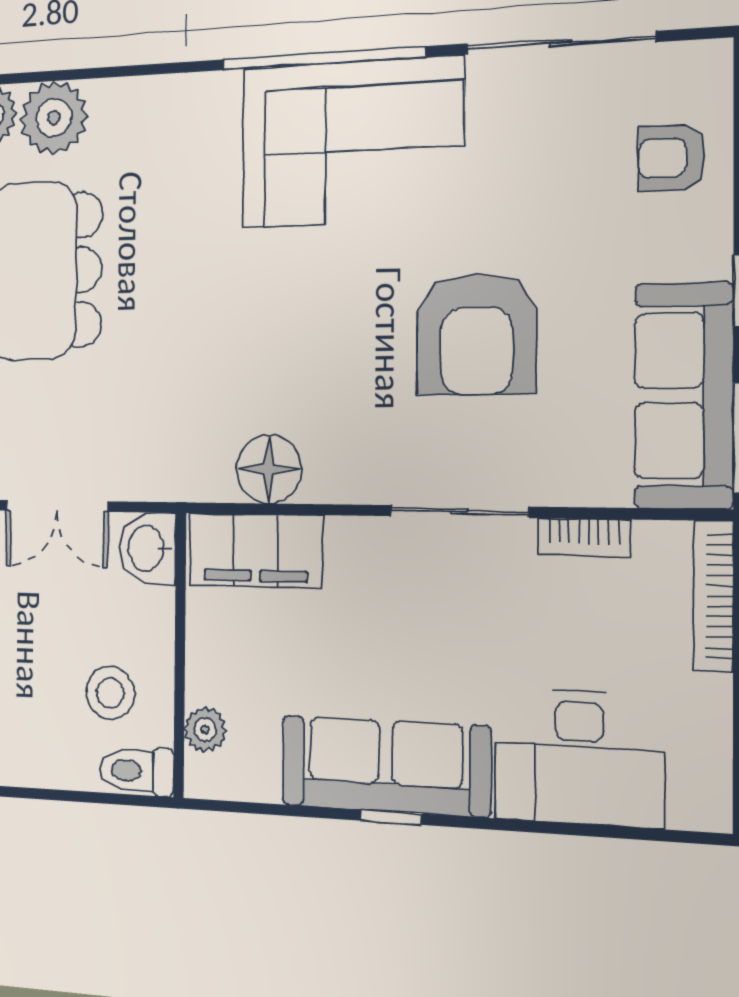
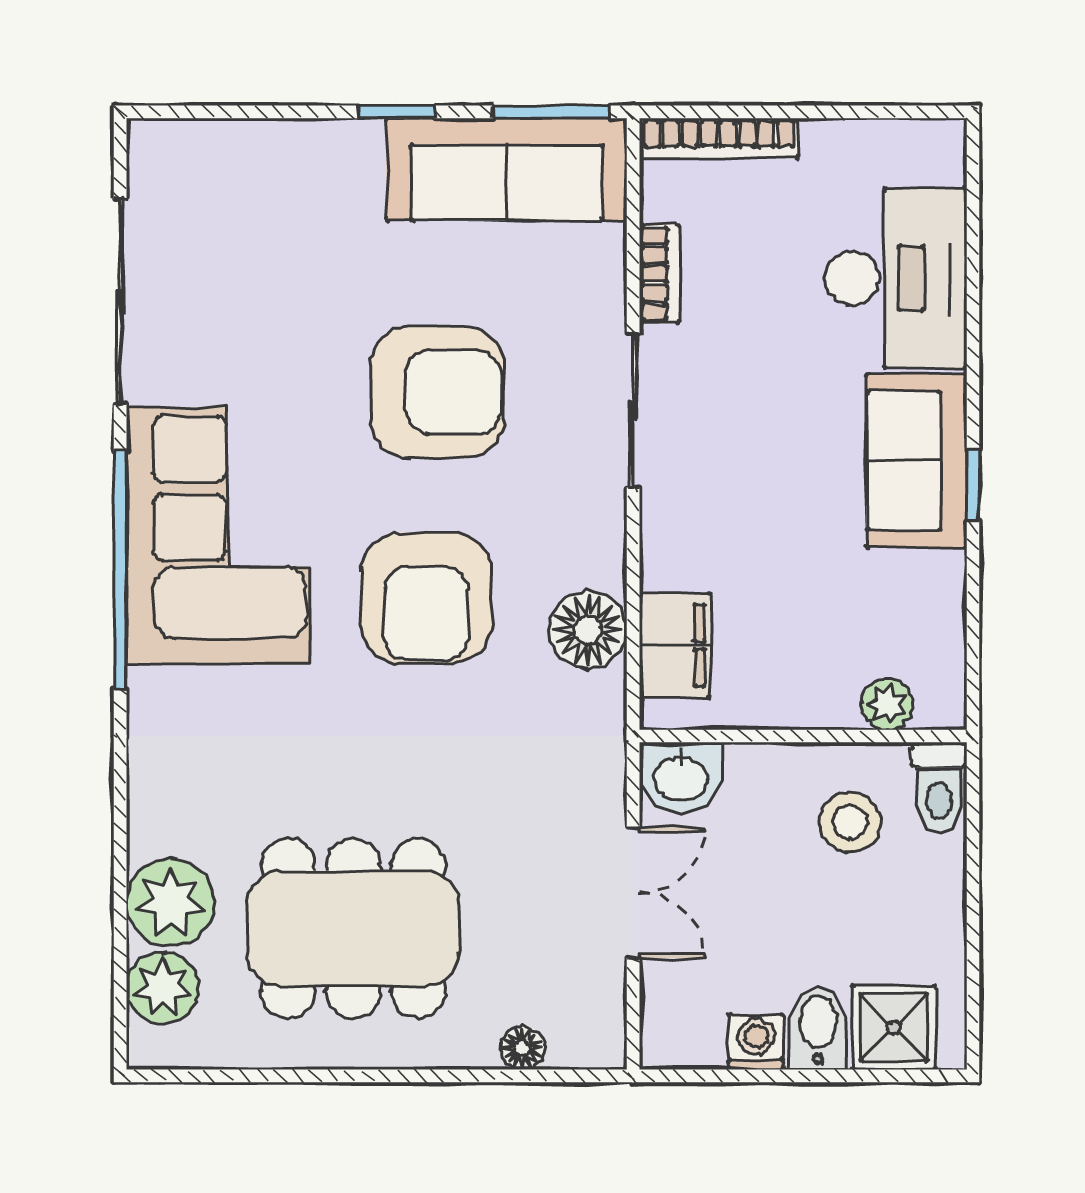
armchair: (672, 158) -> (426, 598), moved, width x1.88, depth x1.88
filing cabinet: (256, 550) -> (675, 645), width x0.67, depth x0.86
sofa: (385, 766) -> (917, 461), width x0.73

